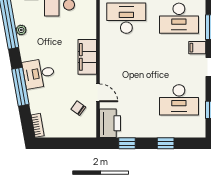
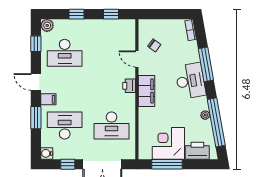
desk: (39, 73) -> (190, 81), width x1.37
desk: (179, 100) -> (65, 53), turned 180
printer: (110, 123) -> (129, 86), moved, width x0.53, depth x0.68
plant: (199, 131) -> (47, 25), added

